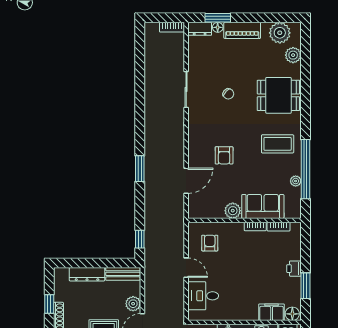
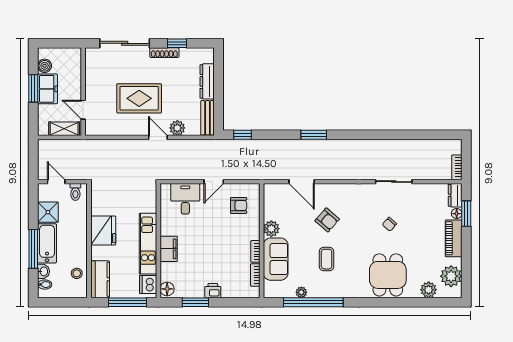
coffee table: (278, 144) -> (327, 259), moved, width x0.73, depth x0.77
armchair: (224, 155) -> (327, 220), turned -139
filing cabinet: (272, 312) -> (169, 249), moved

